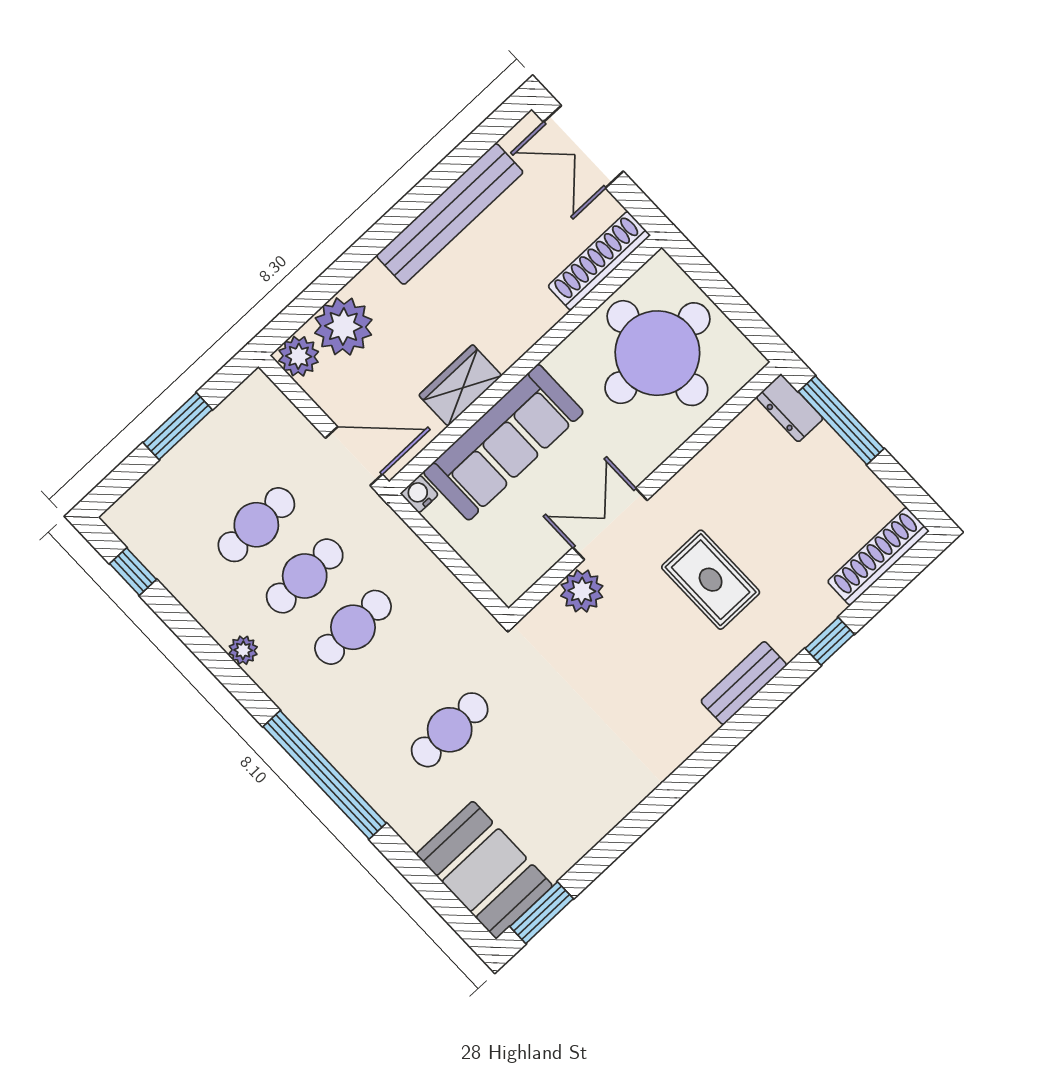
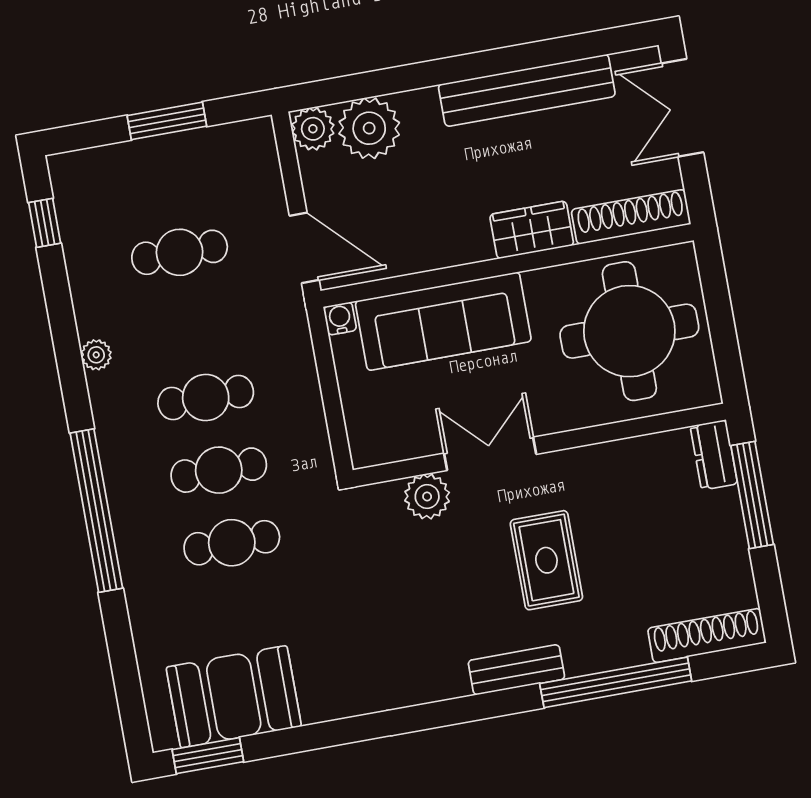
wardrobe: (460, 385) -> (532, 230), moved
cafe table: (305, 576) -> (219, 470), moved
window: (830, 641) -> (616, 682), width x3.17
booth: (484, 870) -> (234, 697), moved, turned 90

